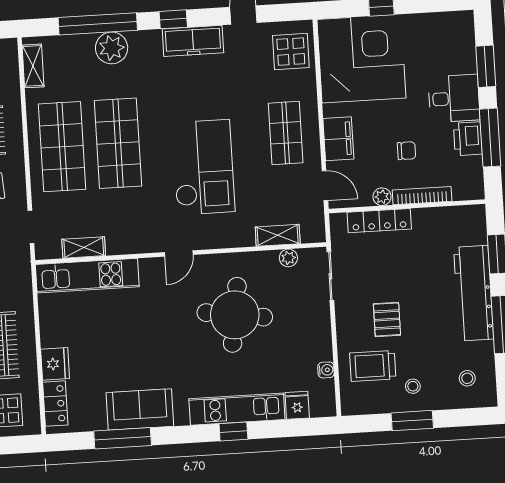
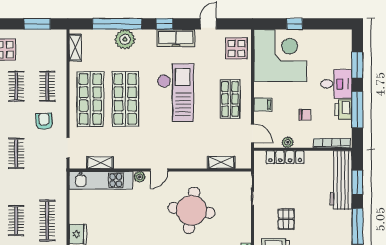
filing cabinet: (338, 139) -> (263, 105), width x0.50
checkout: (203, 167) -> (175, 93), moved
bookcase: (422, 196) -> (332, 143), moved
plant: (288, 258) -> (140, 177), moved
workbench: (474, 293) -> (341, 180), moved

